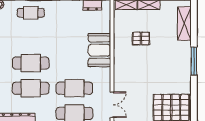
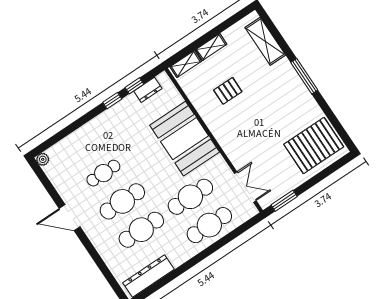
cafe table: (31, 13) -> (103, 173), moved
booth: (99, 50) -> (185, 139), width x1.36, depth x1.42

